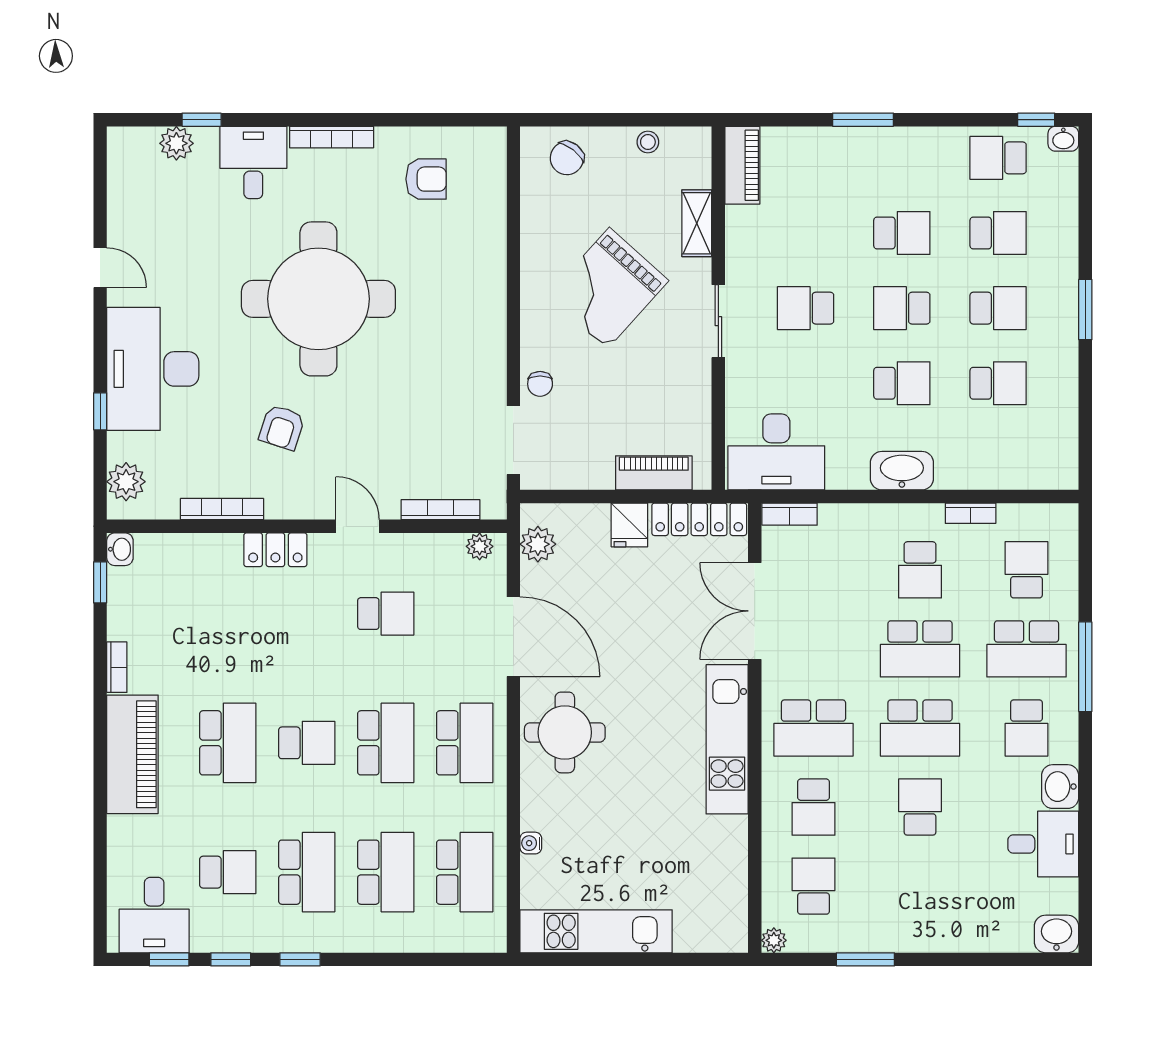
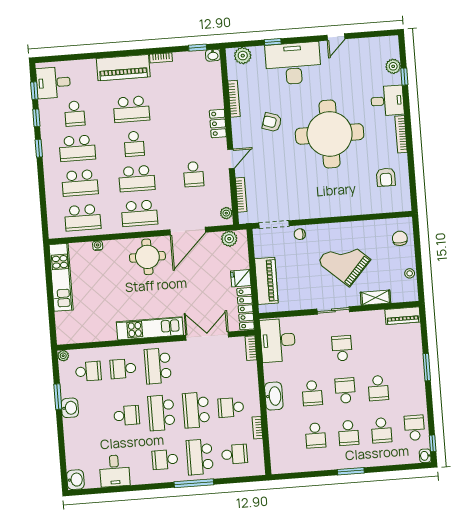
chair: (567, 158) -> (400, 238), turned 52
piano: (654, 473) -> (266, 281), width x1.37, depth x1.33
washbasin: (1060, 787) -> (70, 408), moved, turned 90

